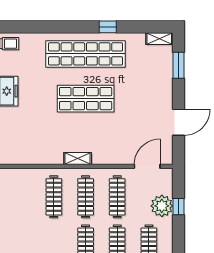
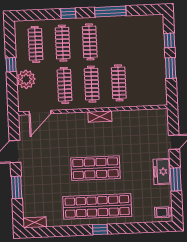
window: (108, 27) -> (100, 229), moved
window: (178, 65) -> (17, 187), moved
window: (178, 207) -> (11, 65), moved

